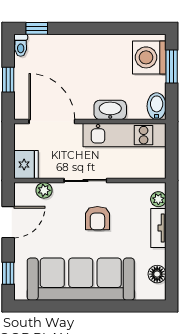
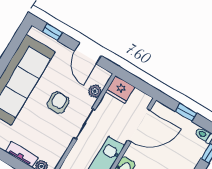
armchair: (97, 218) -> (58, 103), moved, turned 90

